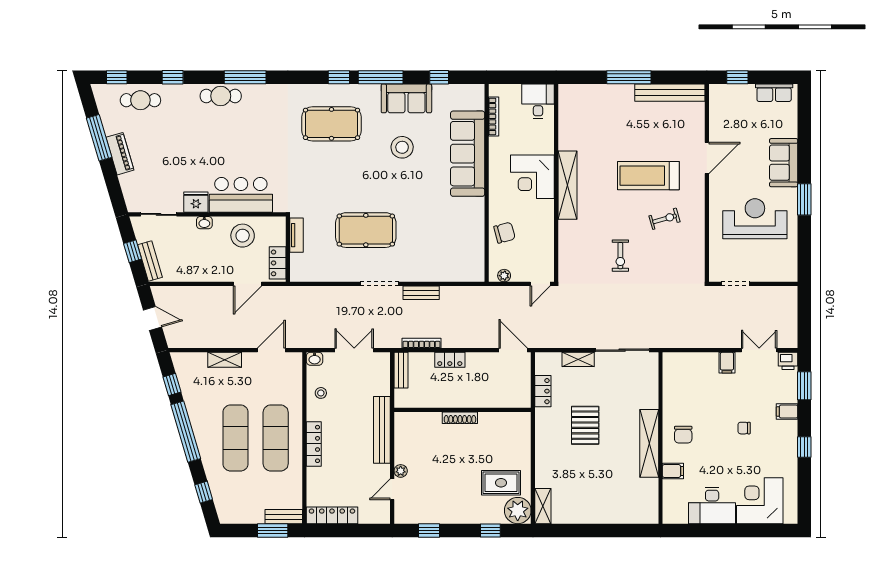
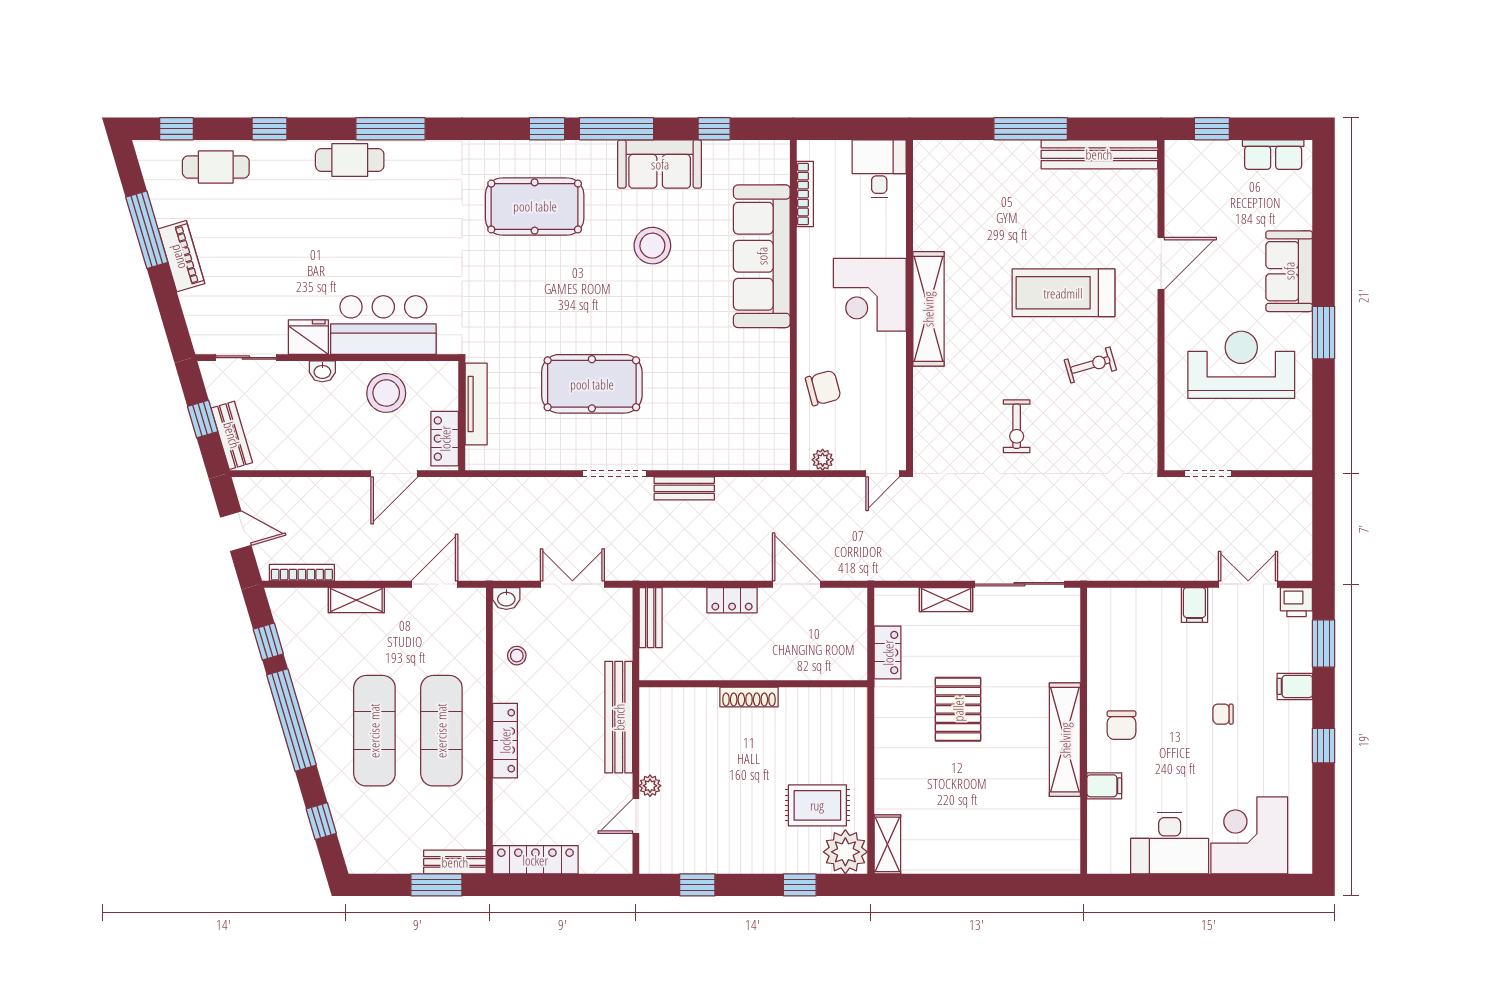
tv unit: (296, 235) -> (476, 404), width x1.41
bookcase: (422, 343) -> (302, 573), moved
door: (513, 350) -> (796, 584), moved

